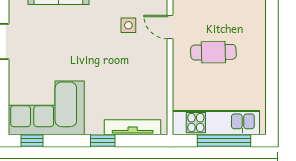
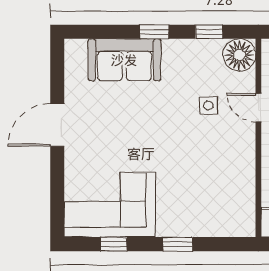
tv unit: (133, 127) -> (213, 228), removed
window: (32, 141) -> (114, 244), moved

